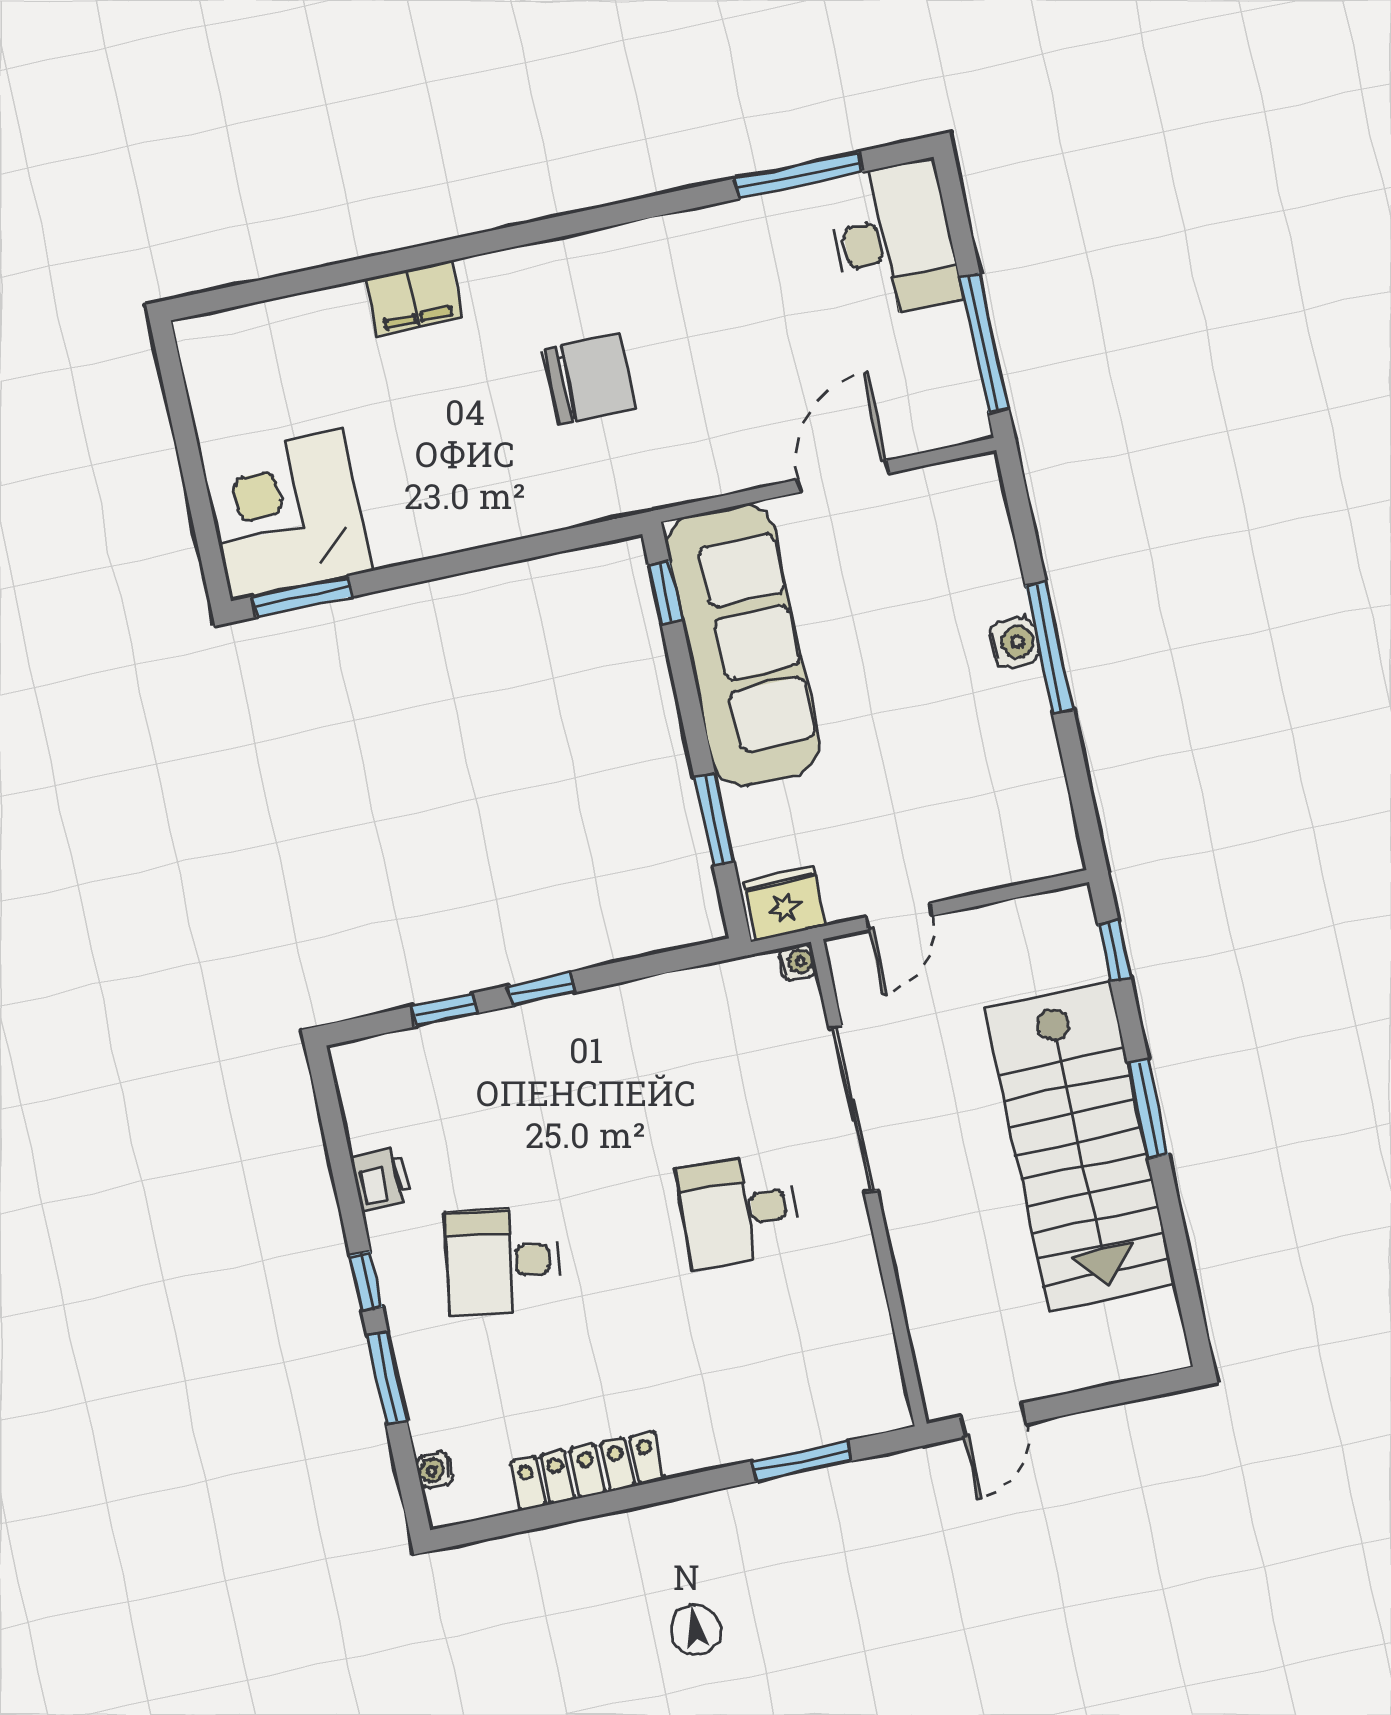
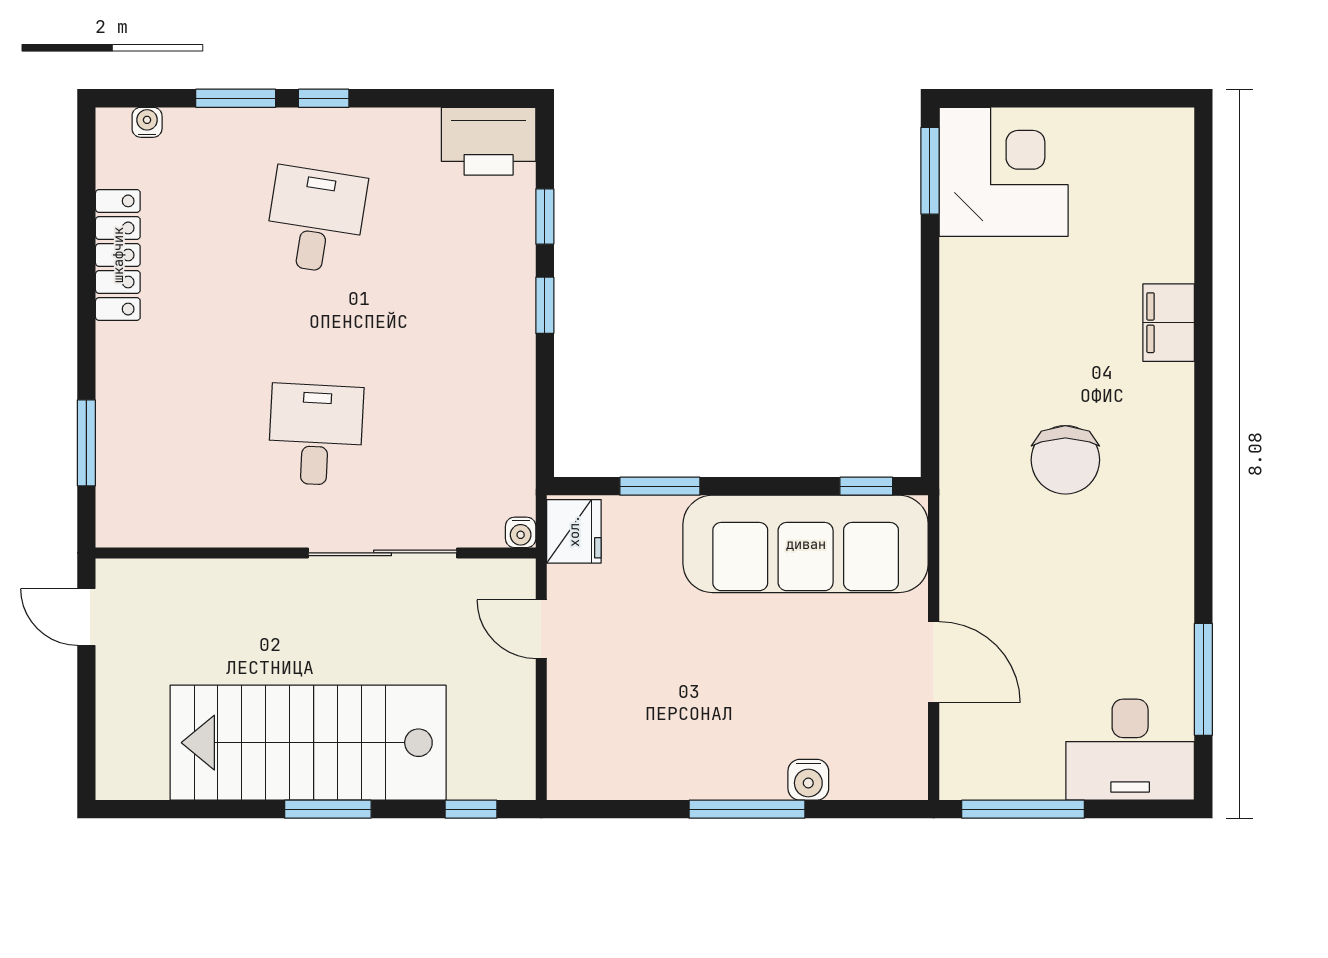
water cooler: (1014, 642) -> (808, 780), moved
printer: (381, 1179) -> (489, 141), moved, width x1.87, depth x1.48

